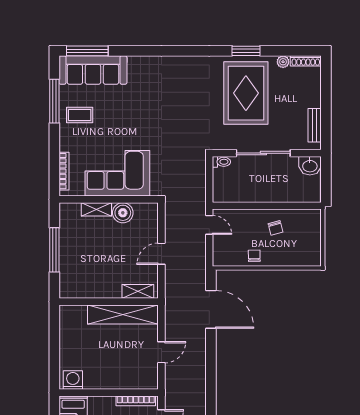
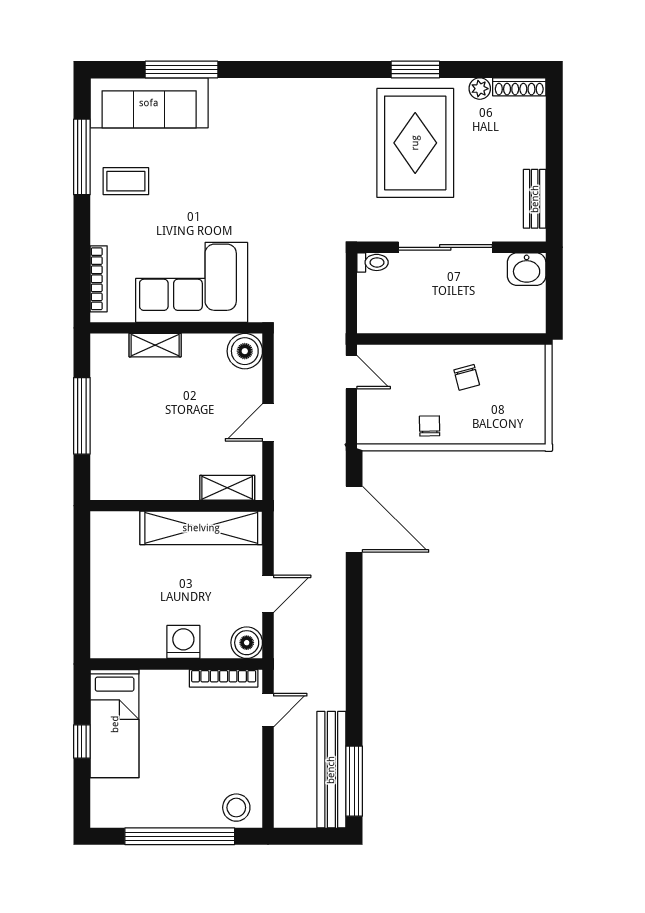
window: (87, 51) -> (182, 69), moved
boiler: (123, 213) -> (245, 351), moved
washing machine: (73, 380) -> (183, 642), moved
boiler: (149, 380) -> (247, 643), added

